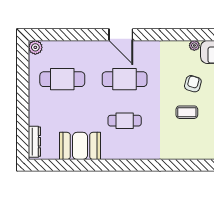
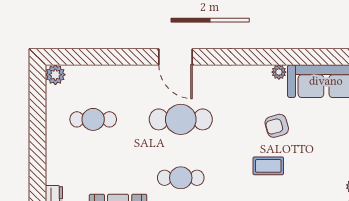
cafe table: (62, 79) -> (93, 119), width x0.73, depth x0.74
armchair: (193, 84) -> (277, 126), turned -122

